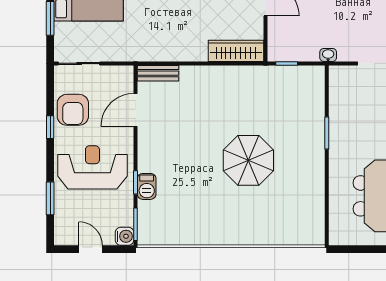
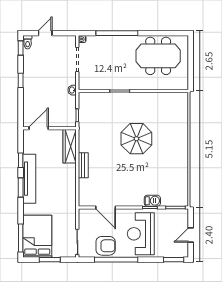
bench: (158, 73) -> (83, 165), moved
window: (50, 127) -> (116, 260), width x3.17
window: (50, 198) -> (174, 260), moved
water cooler: (125, 236) -> (183, 214), removed

